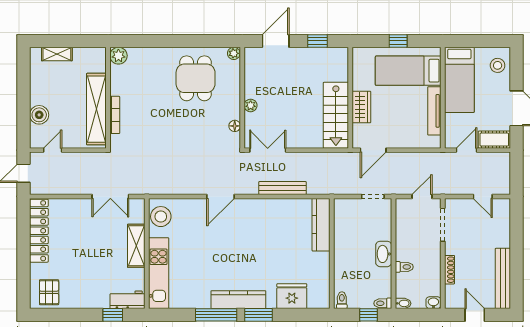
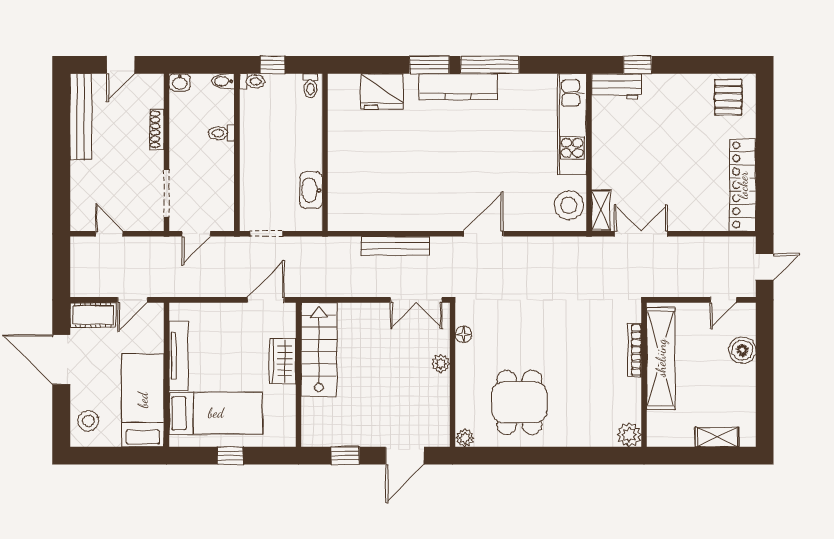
kitchen counter: (321, 225) -> (340, 193), removed
shelving: (136, 246) -> (601, 211), moved, width x0.67, depth x0.75
washbasin: (384, 254) -> (311, 190), moved, turned 180
door: (475, 315) -> (121, 65), hinge flipped

